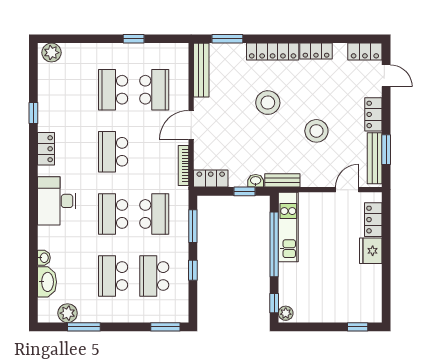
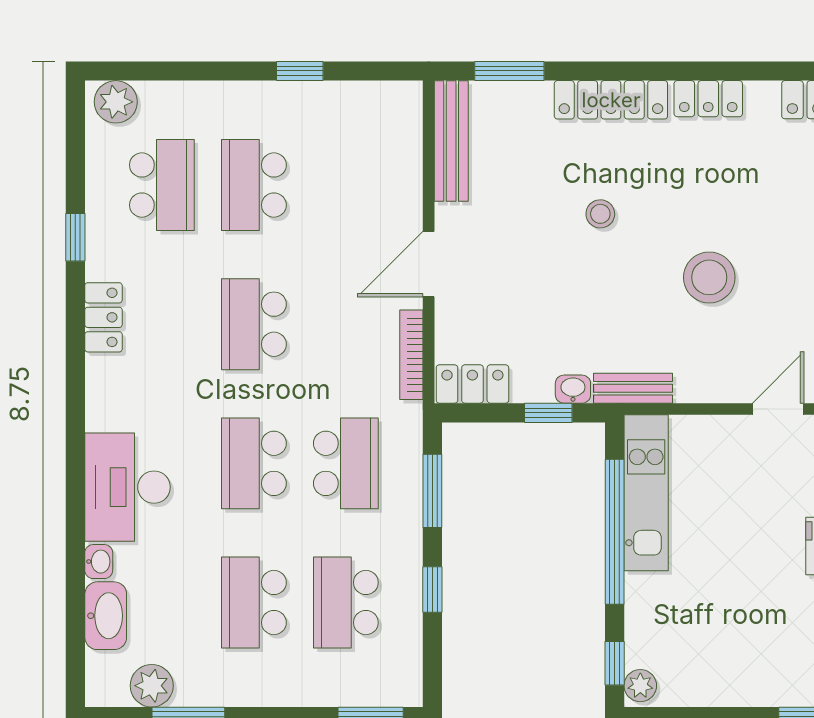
school desk: (154, 90) -> (162, 185), moved
stool: (268, 103) -> (600, 214), width x0.53, depth x0.53
desk: (57, 201) -> (128, 487), moved

